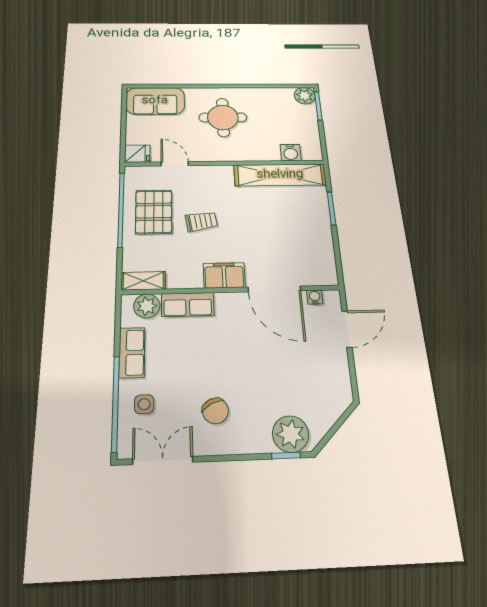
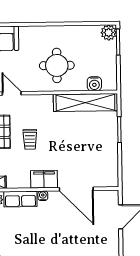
round table: (223, 117) -> (57, 65), moved
trolley: (201, 221) -> (30, 139), turned 99
water cooler: (315, 297) -> (43, 196), moved

